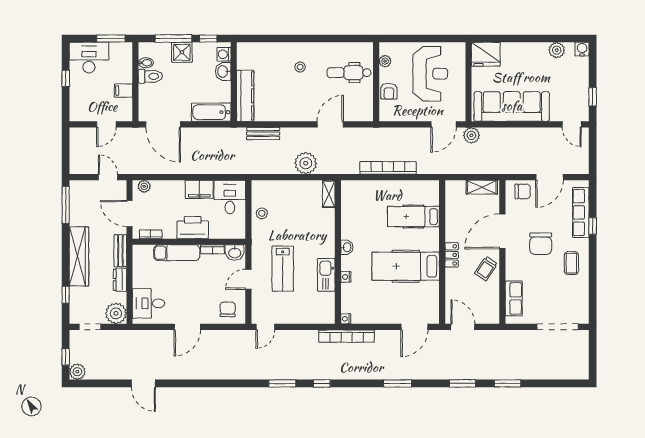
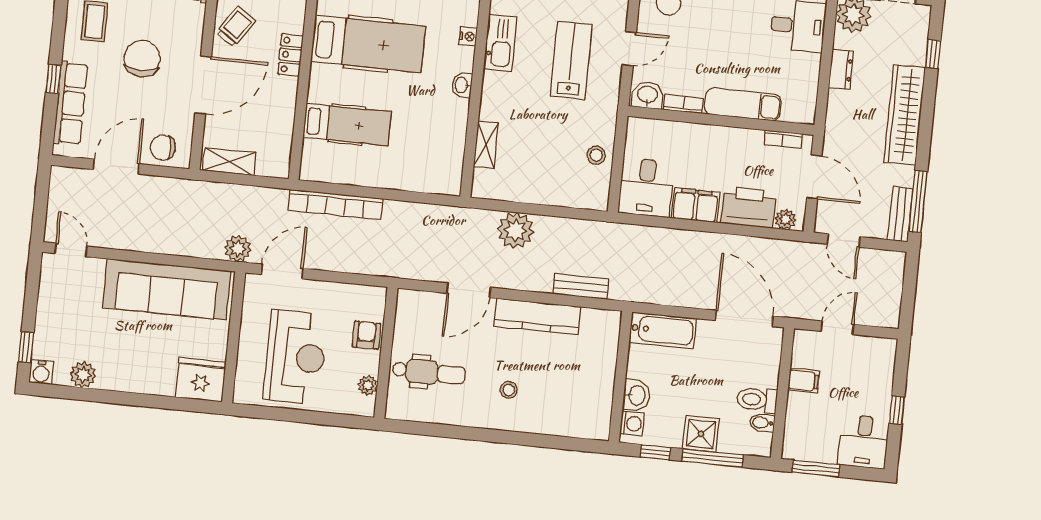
desk: (89, 58) -> (864, 442), width x0.73
reception desk: (430, 74) -> (295, 357), turned 180
kitchen counter: (245, 96) -> (537, 316), moved, turned -90
window: (593, 97) -> (26, 347), moved
bookcase: (388, 168) -> (336, 204), moved
shelving: (329, 194) -> (486, 145), moved
printer: (193, 228) -> (748, 207), moved, turned 180
bench: (120, 251) -> (900, 214), moved

